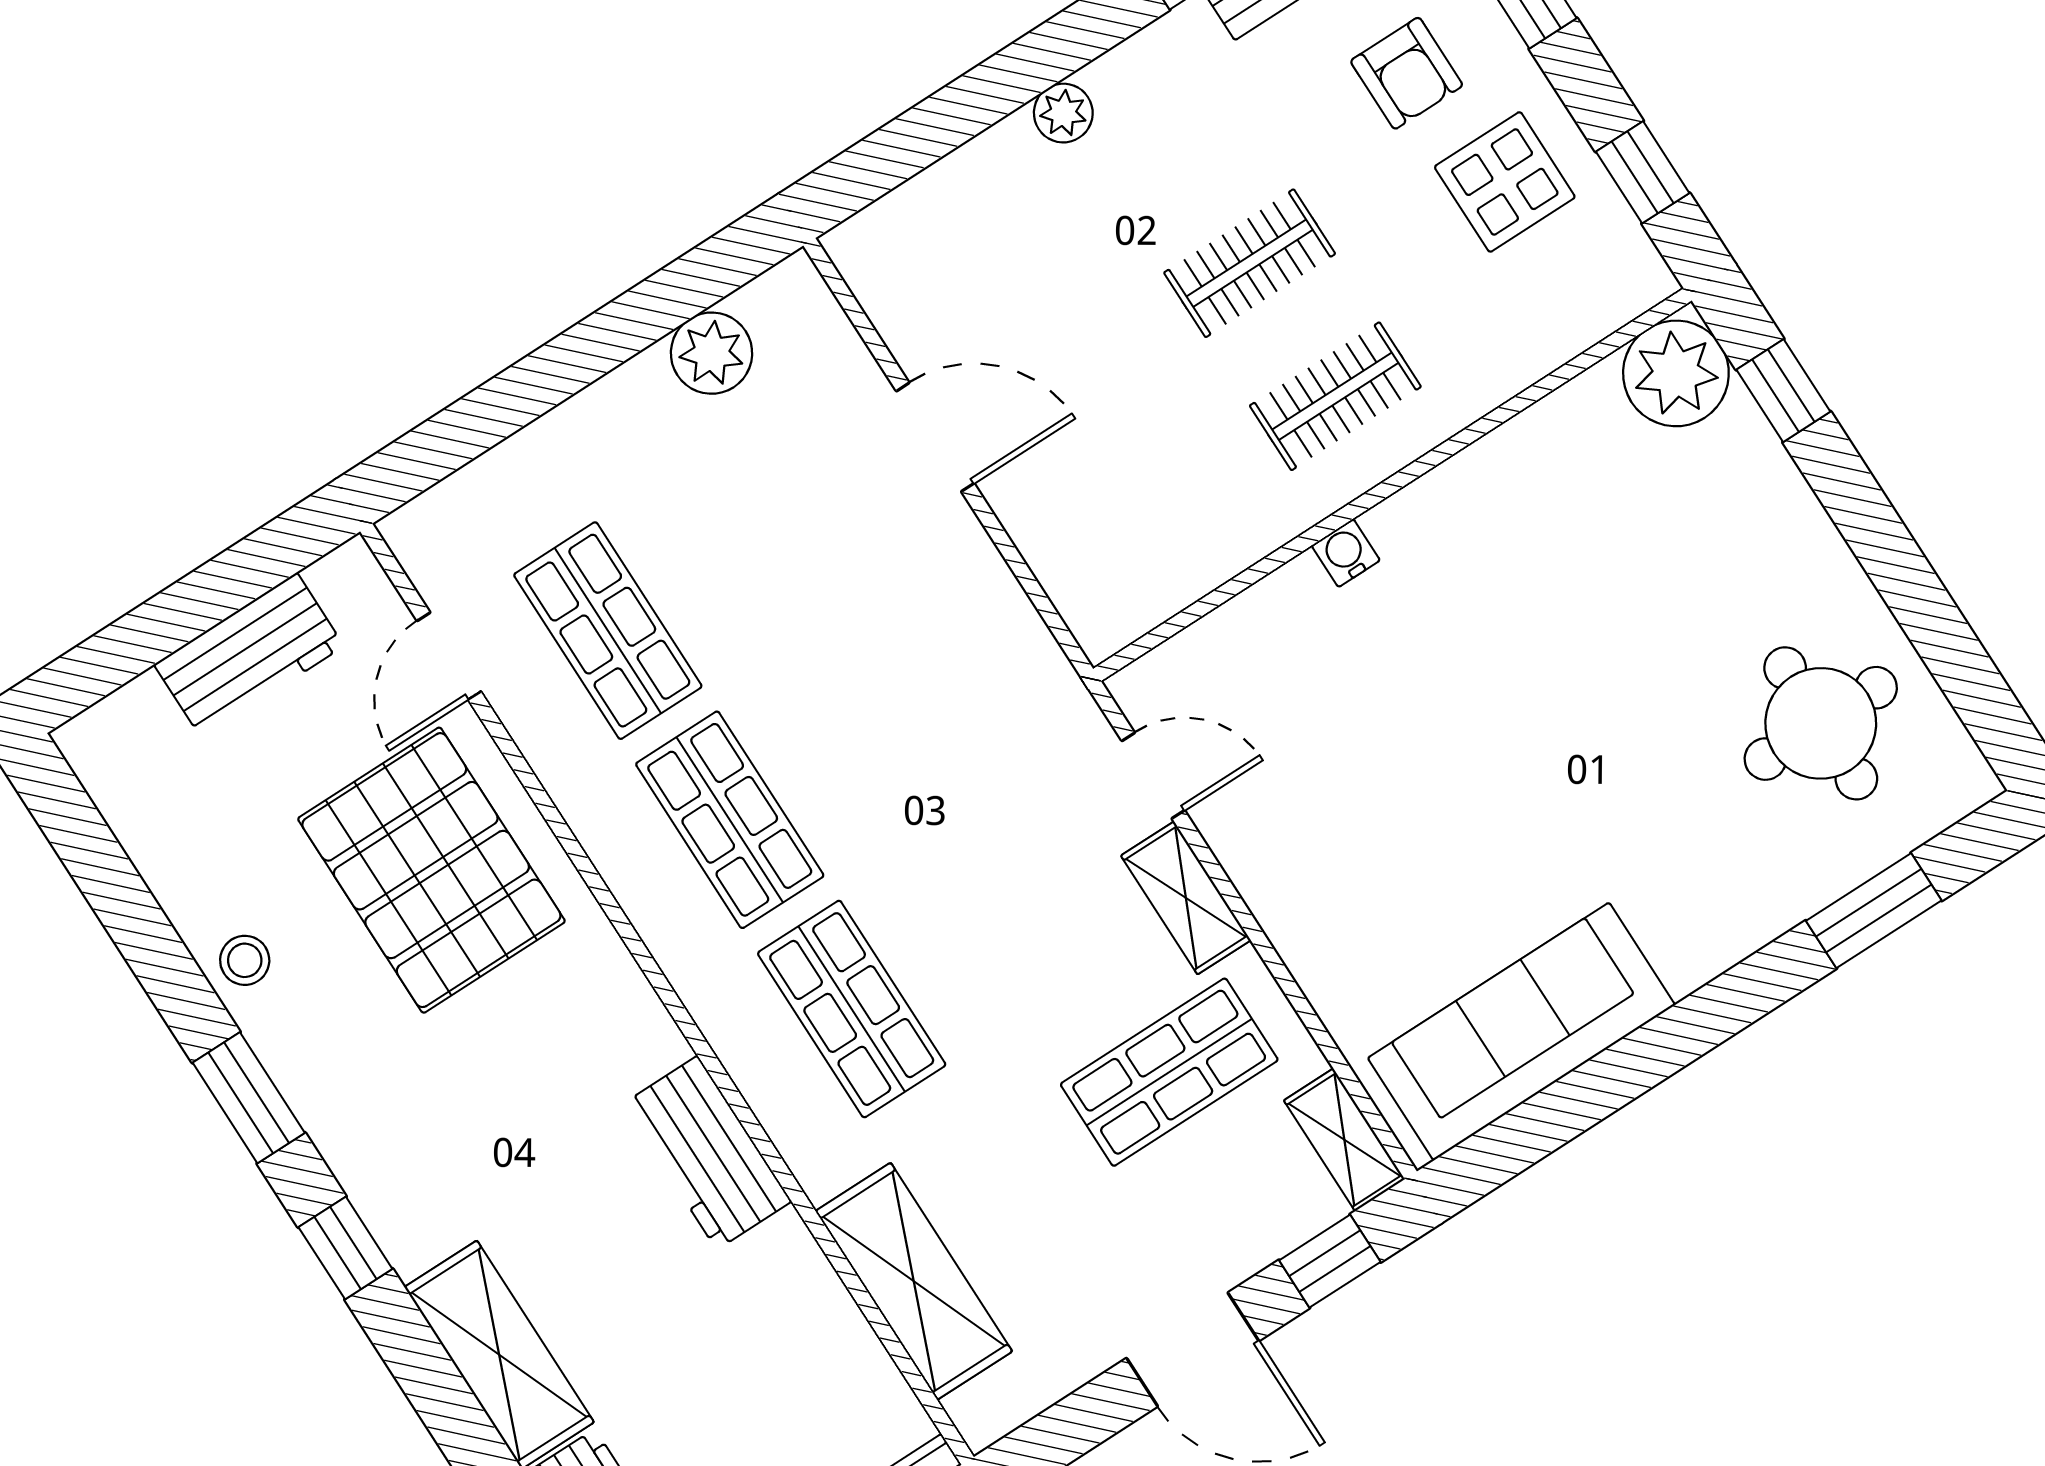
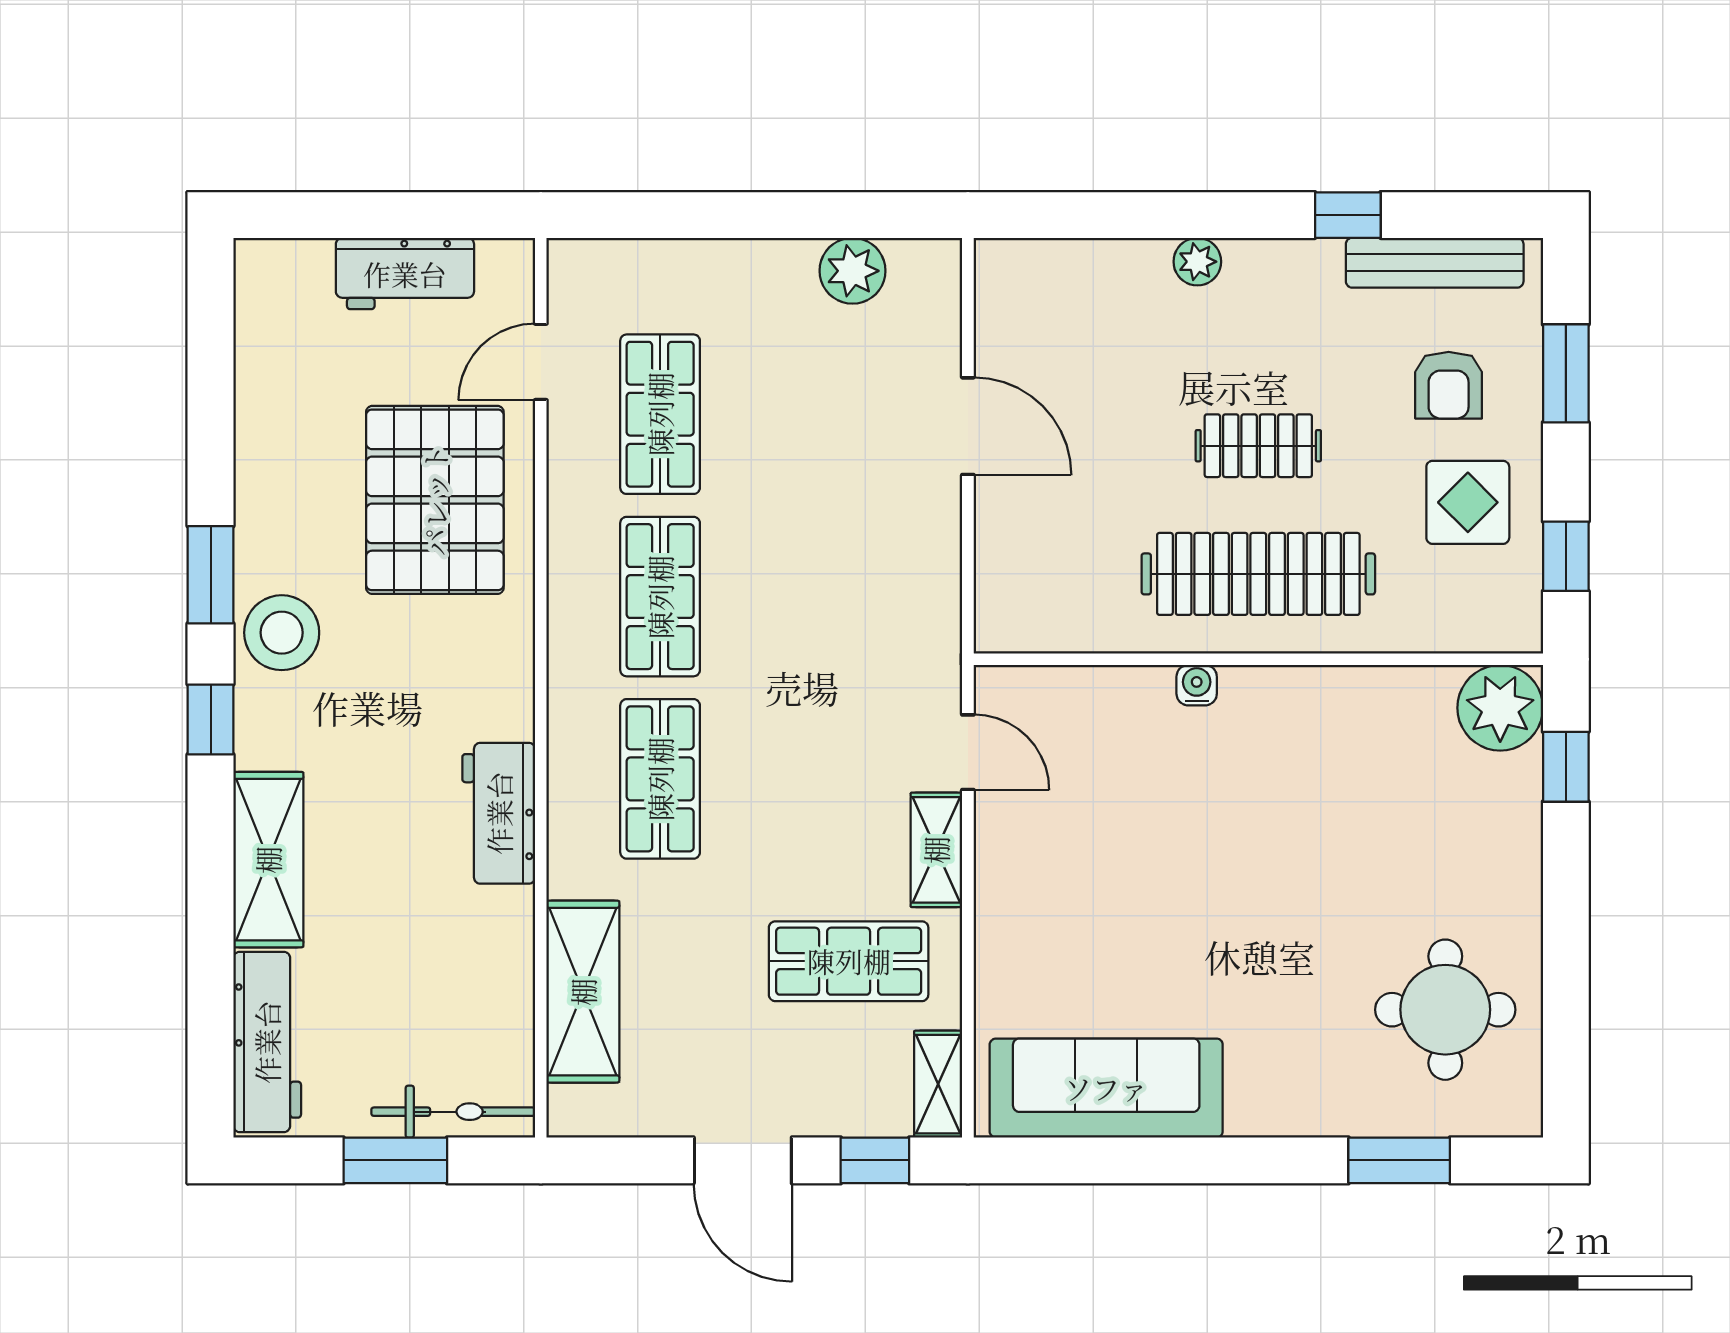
clothes rail: (1335, 396) -> (1258, 574), width x1.86, depth x1.31
stool: (245, 960) -> (282, 633), moved, width x1.89, depth x1.89

